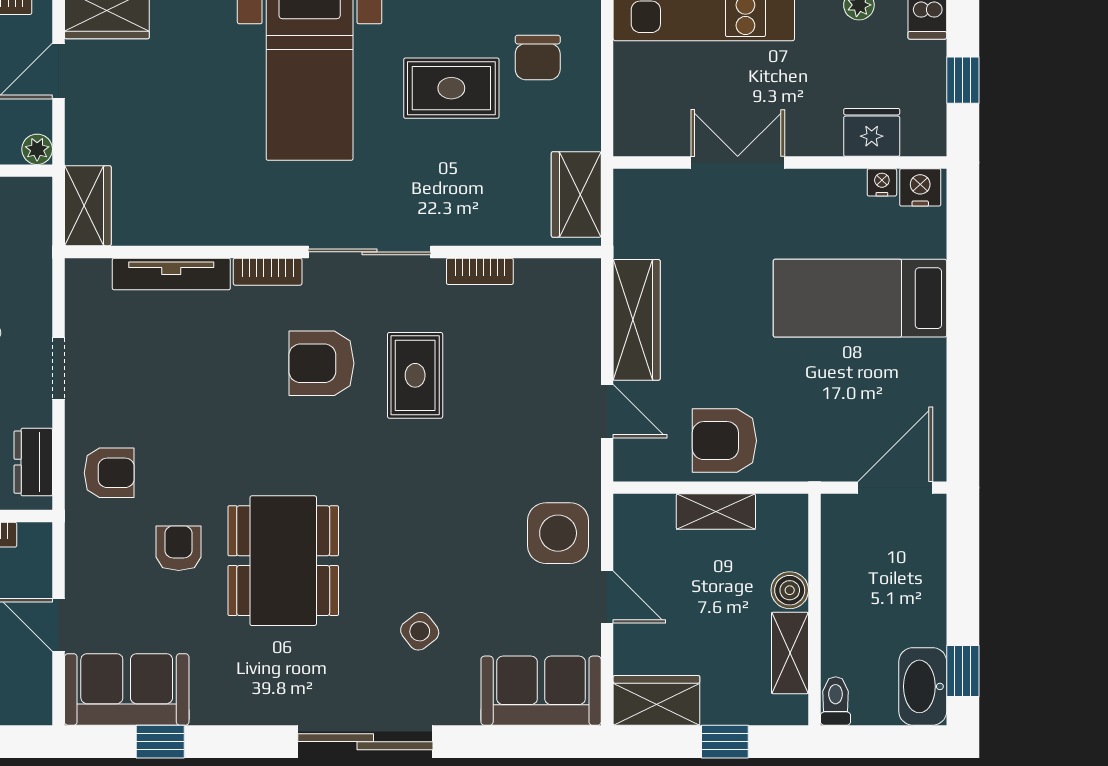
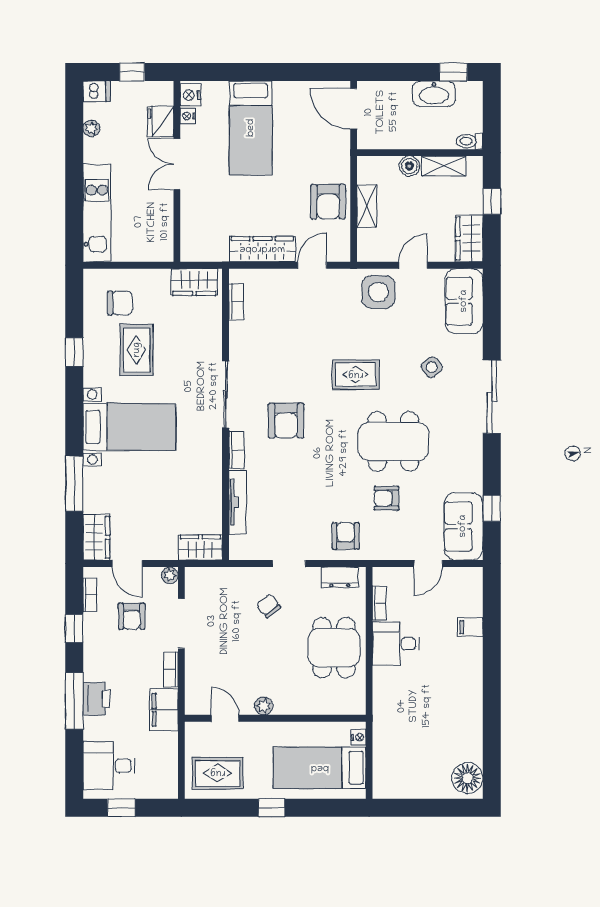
double door: (738, 162) -> (177, 164), moved
bookcase: (480, 271) -> (236, 301), moved
rug: (415, 375) -> (356, 375), moved
washbasin: (923, 686) -> (434, 94), moved

